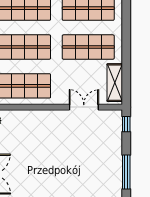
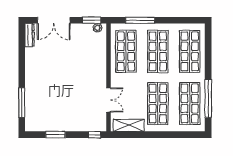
window: (126, 172) -> (55, 135), width x0.69

